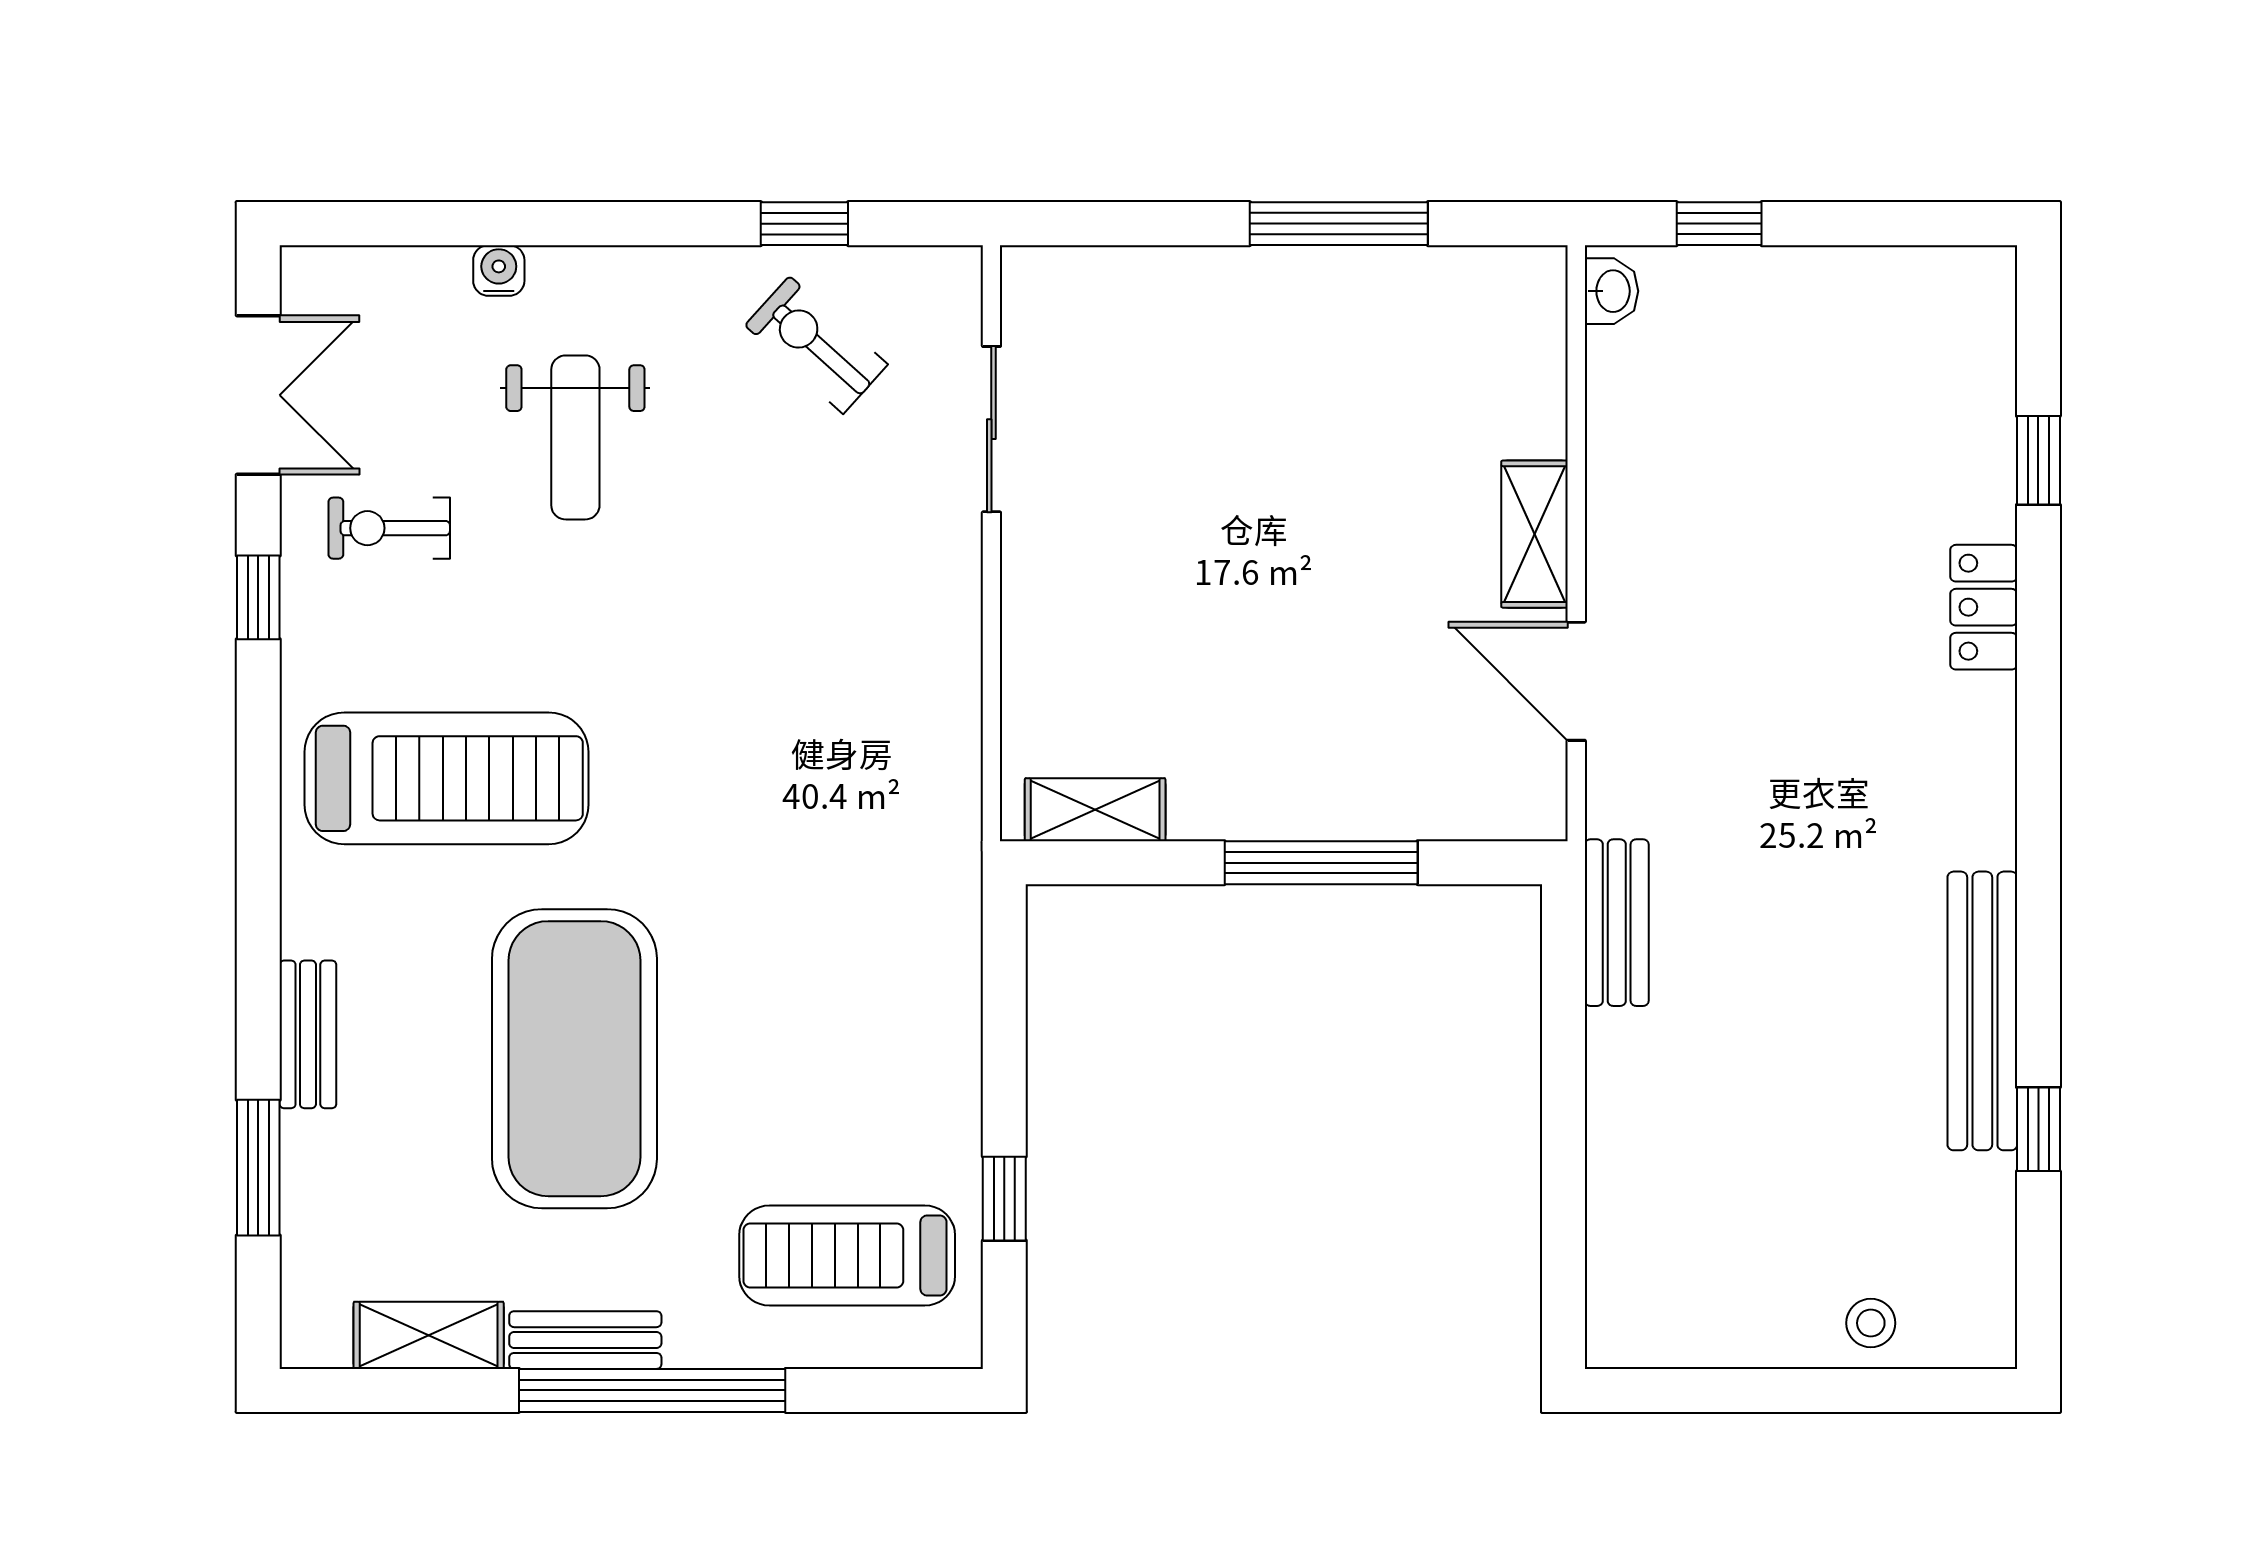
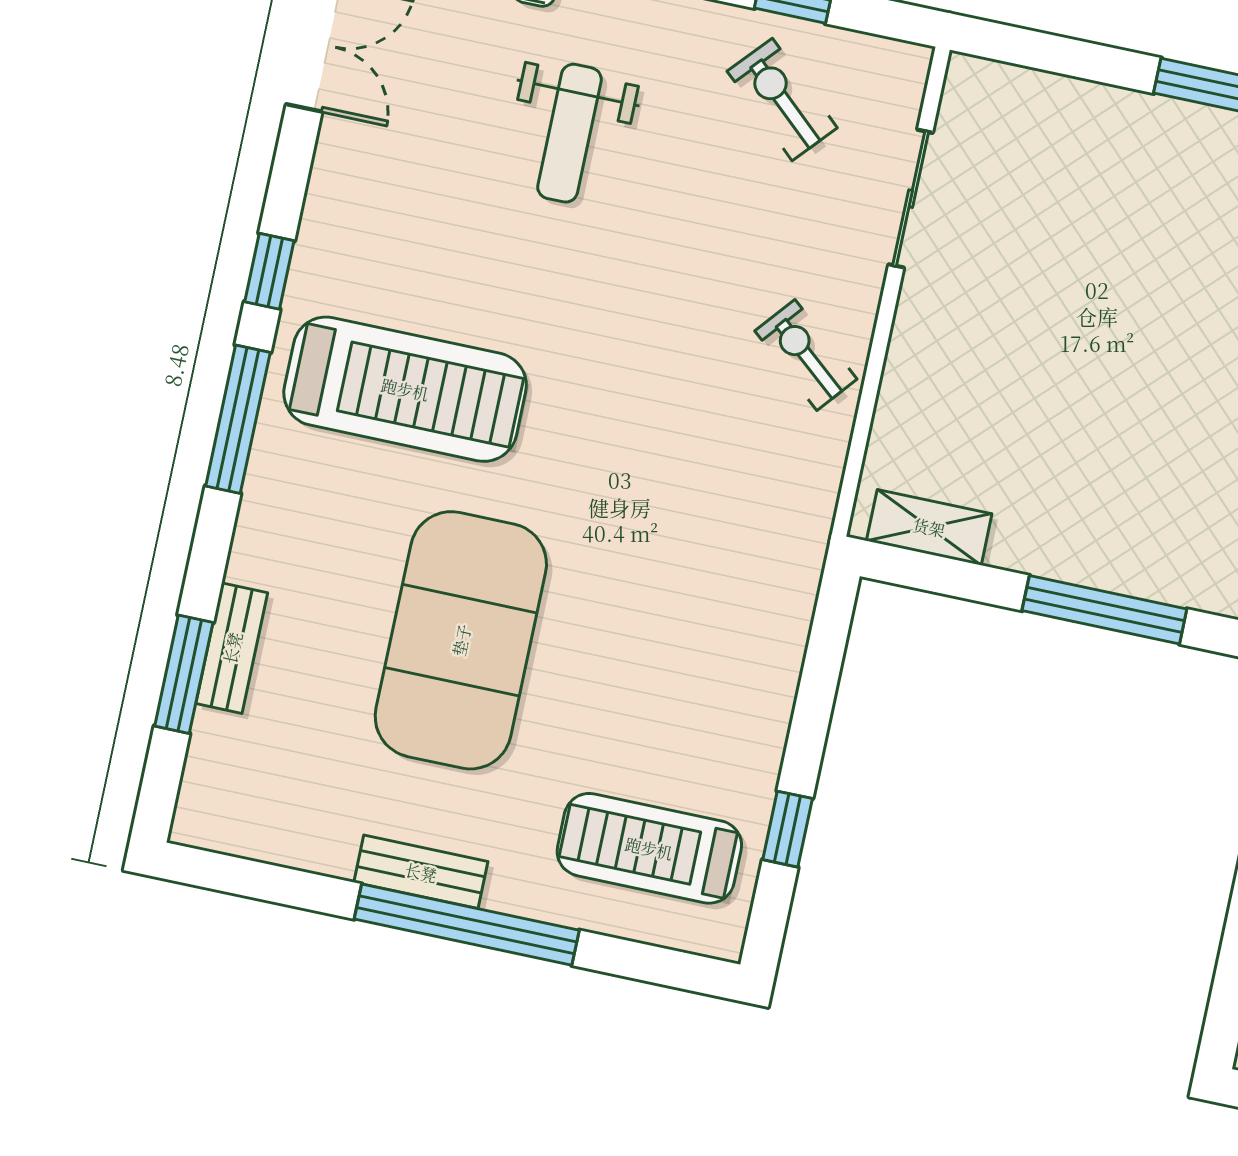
exercise bike: (389, 528) -> (806, 355), moved, turned 40
window: (258, 597) -> (269, 271), moved
window: (258, 855) -> (238, 419), added
bench: (308, 1034) -> (232, 648), moved
shelving: (429, 1335) -> (294, 841), removed

